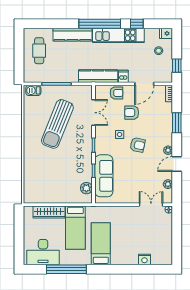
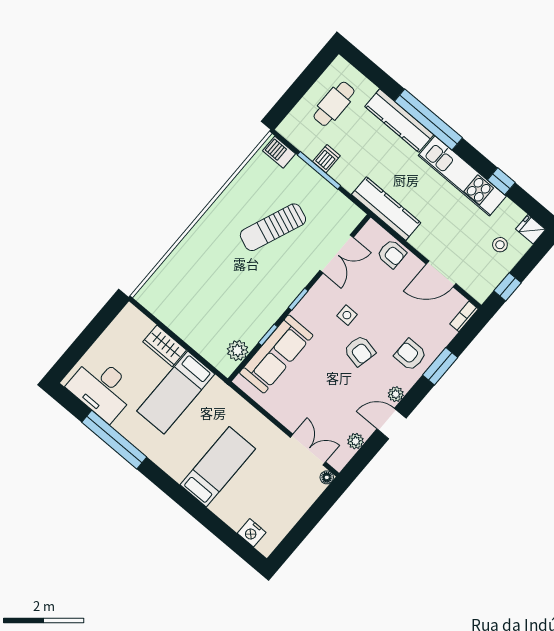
window: (100, 24) -> (428, 119), moved
dishwasher: (123, 76) -> (326, 159), moved
armchair: (132, 113) -> (410, 355), moved
sun lounger: (57, 124) -> (273, 227), width x0.73, depth x0.75
wardrobe: (49, 212) -> (165, 346), width x0.67
bed: (101, 244) -> (218, 467), moved
nightstand: (144, 259) -> (252, 533), moved

